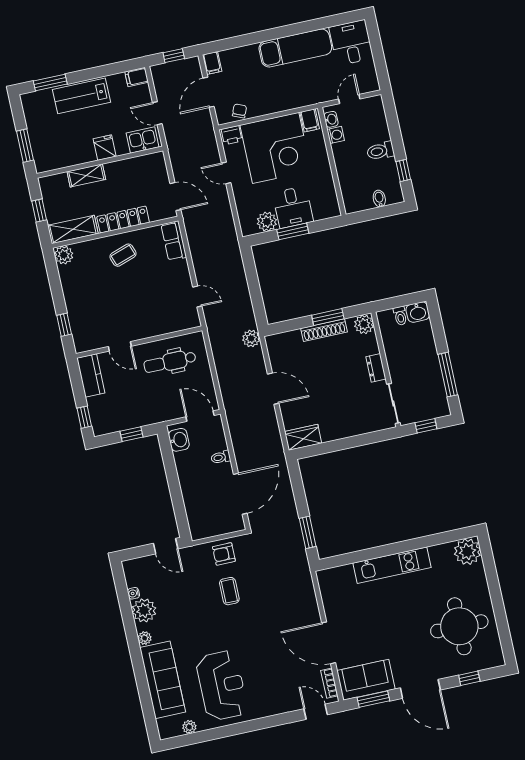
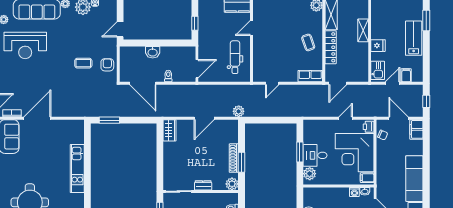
filing cabinet: (212, 63) -> (416, 129), width x2.00
filing cabinet: (137, 77) -> (406, 75), moved
plant: (267, 222) -> (310, 174), moved
washbasin: (179, 440) -> (153, 52), moved

